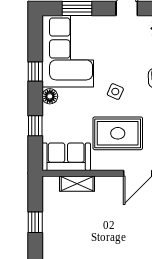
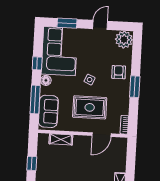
window: (35, 126) -> (35, 99), width x2.17
sofa: (66, 157) -> (48, 111), moved, turned 90

